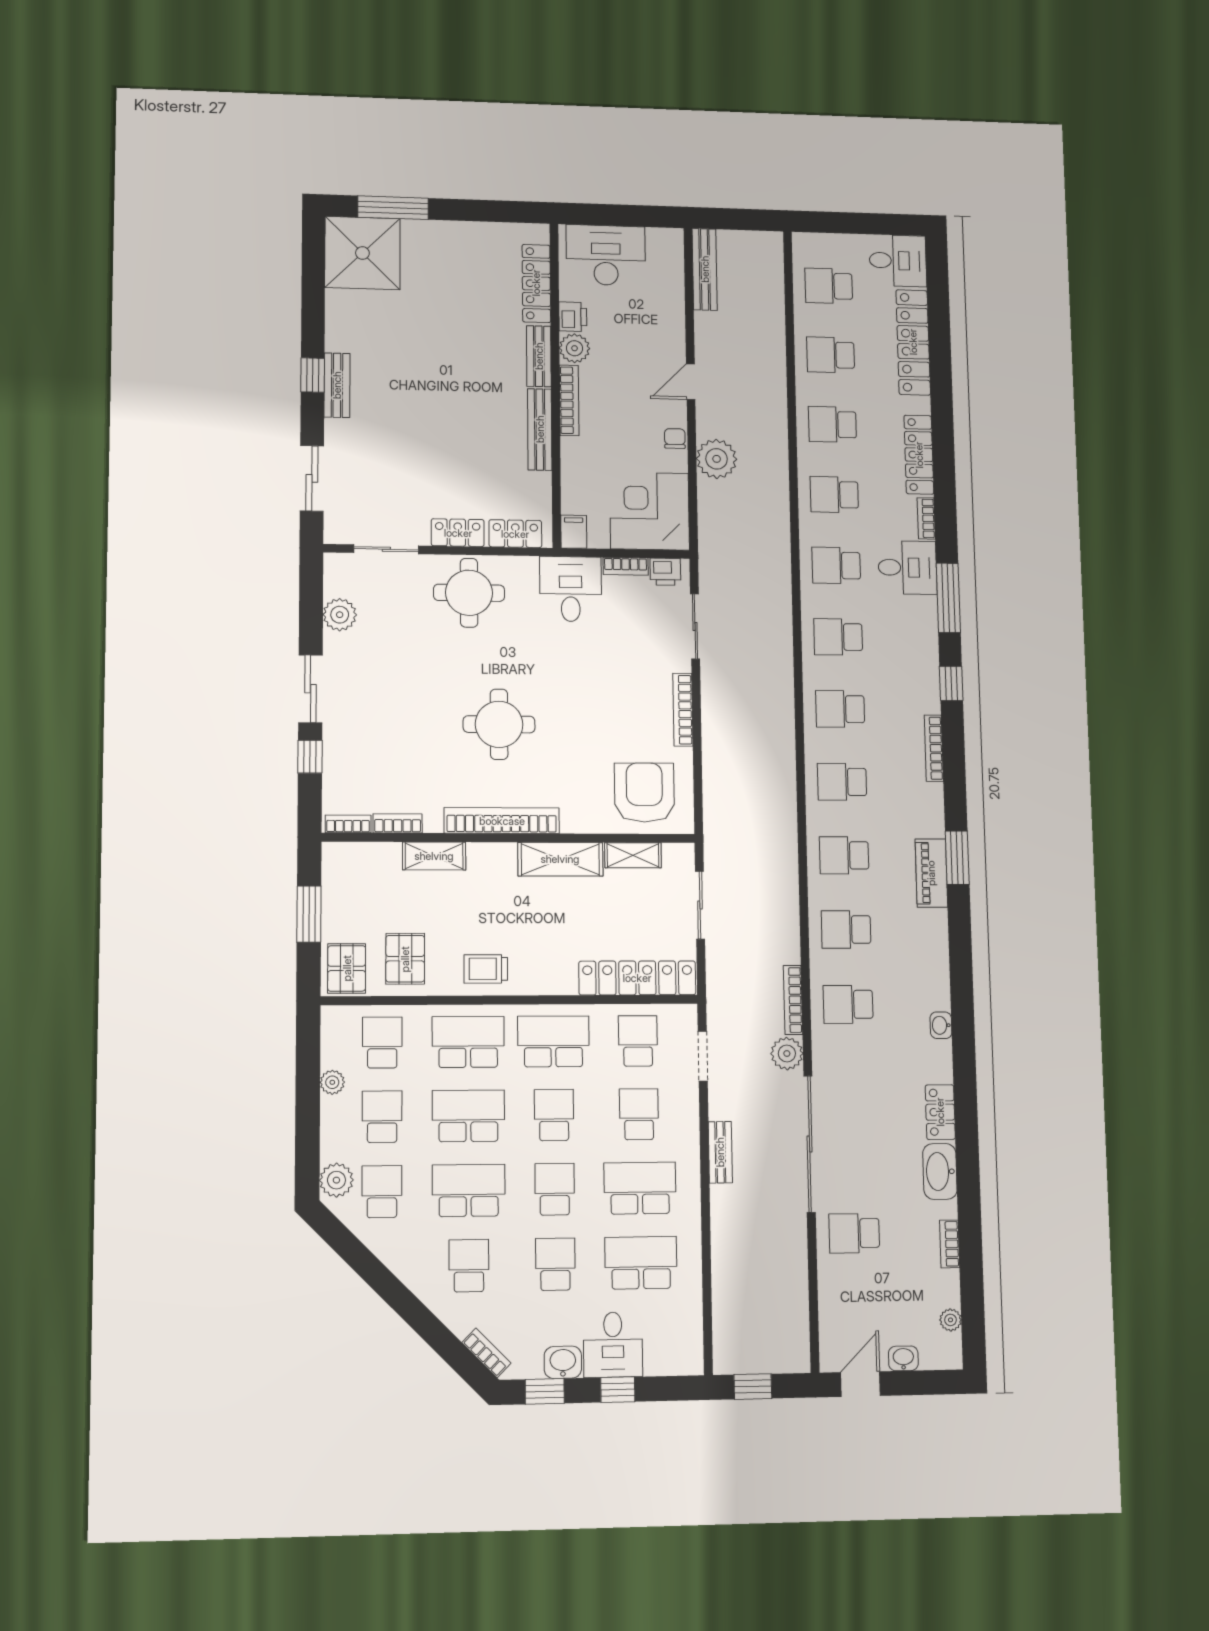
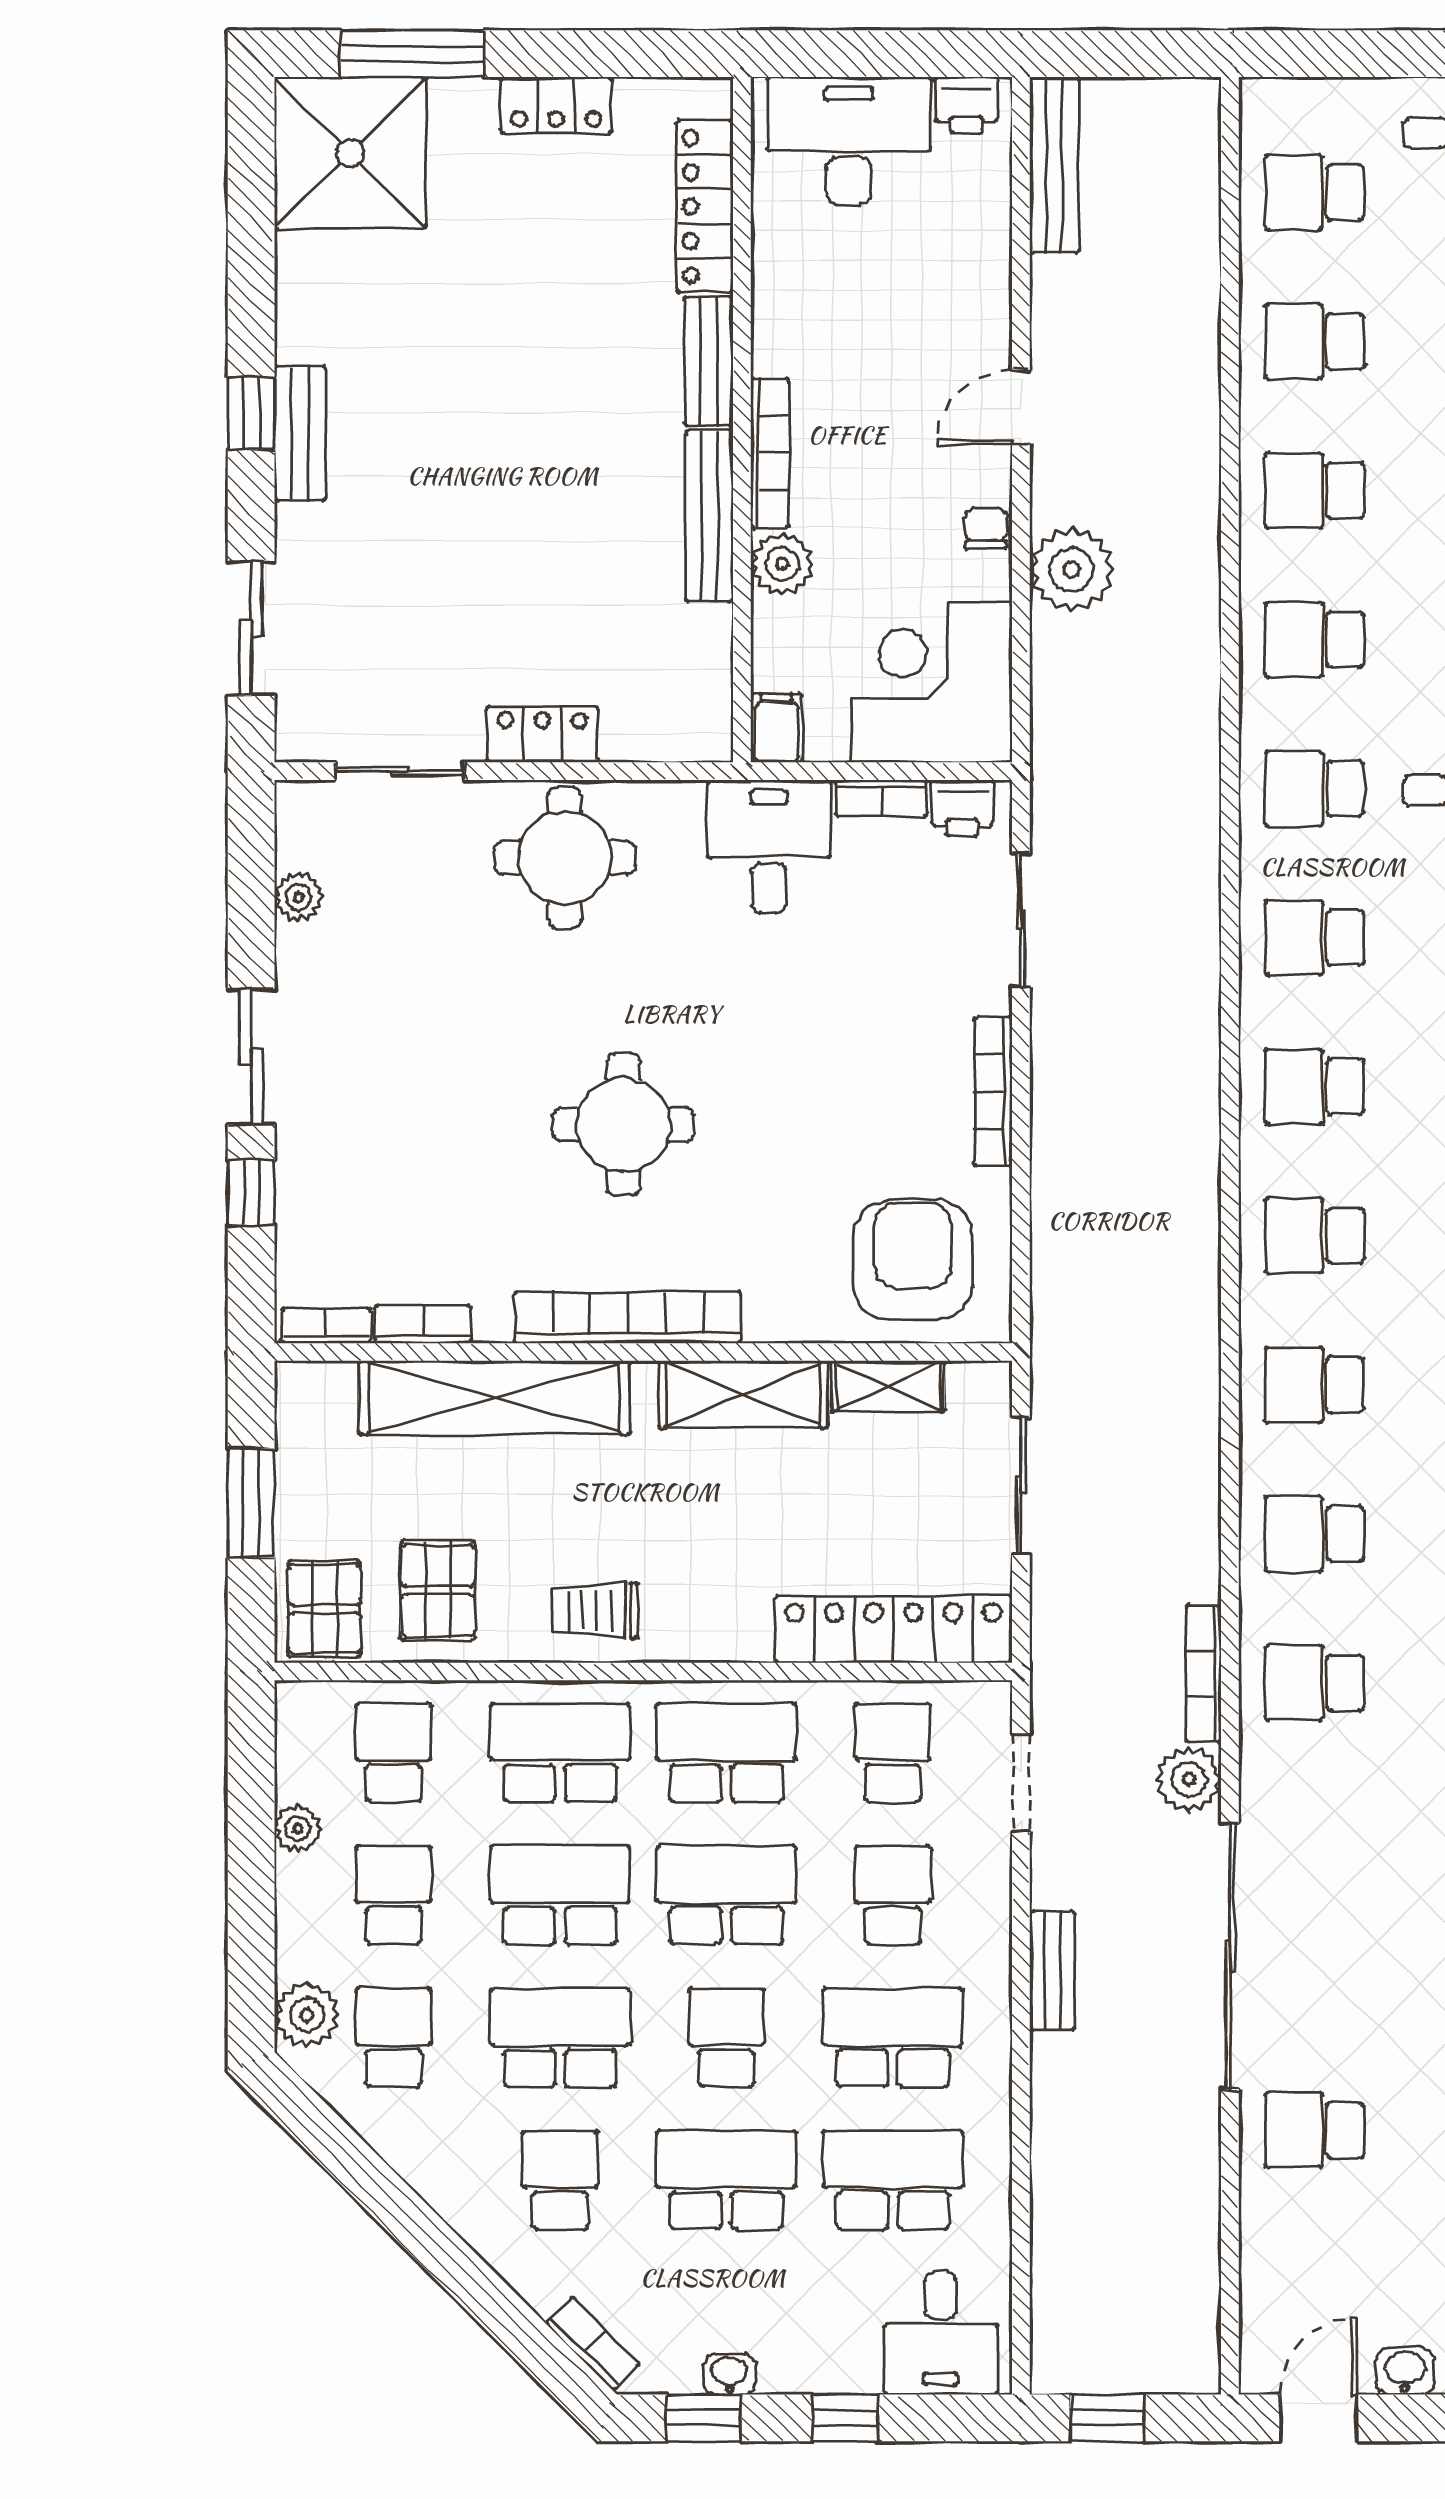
printer: (573, 317) -> (966, 105), moved, turned 90
plant: (575, 348) -> (782, 564), moved
locker: (515, 534) -> (556, 105), moved, turned 180
plant: (340, 615) -> (299, 897), width x0.73, depth x0.73
shelving: (434, 856) -> (494, 1398), width x2.20, depth x1.33
school desk: (554, 1115) -> (726, 1895), width x1.85
school desk: (555, 1264) -> (726, 2180), width x1.85
desk: (613, 1345) -> (941, 2334), moved
washbasin: (563, 1362) -> (729, 2374), width x0.72, depth x0.69

